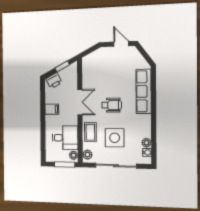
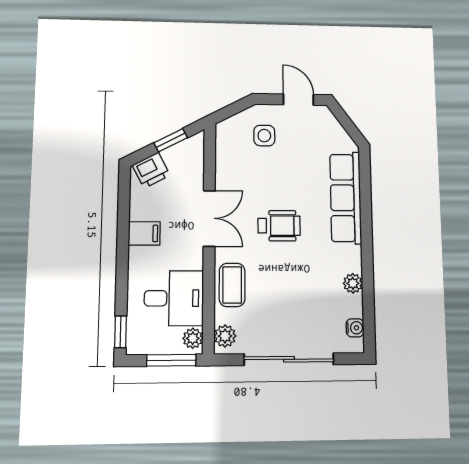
side table: (115, 138) -> (264, 136), moved, width x0.54, depth x0.54
plant: (146, 143) -> (353, 283), moved
window: (43, 152) -> (121, 332), added

